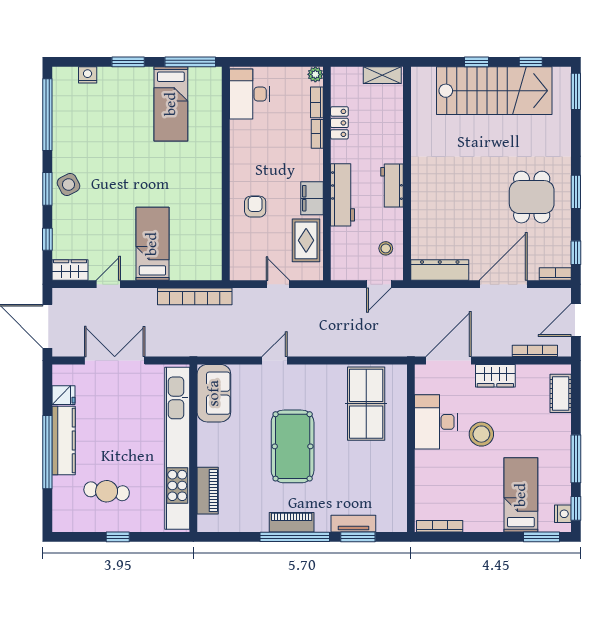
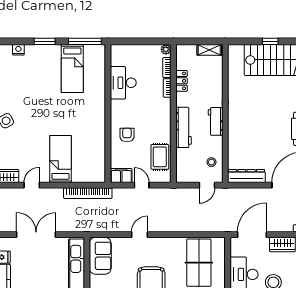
desk: (249, 94) -> (123, 83), moved
filing cabinet: (312, 198) -> (121, 176), moved, turned 90

